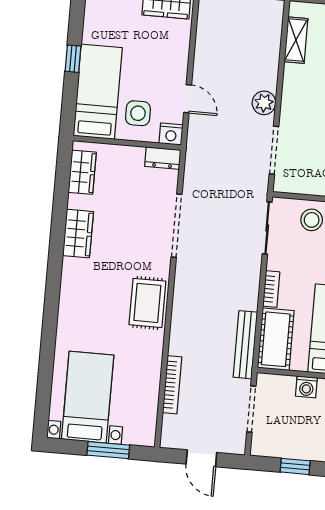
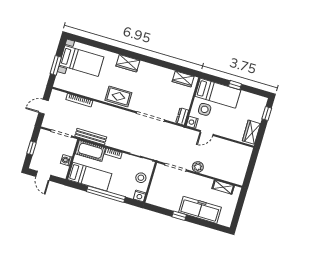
wardrobe: (78, 234) -> (128, 63), moved

